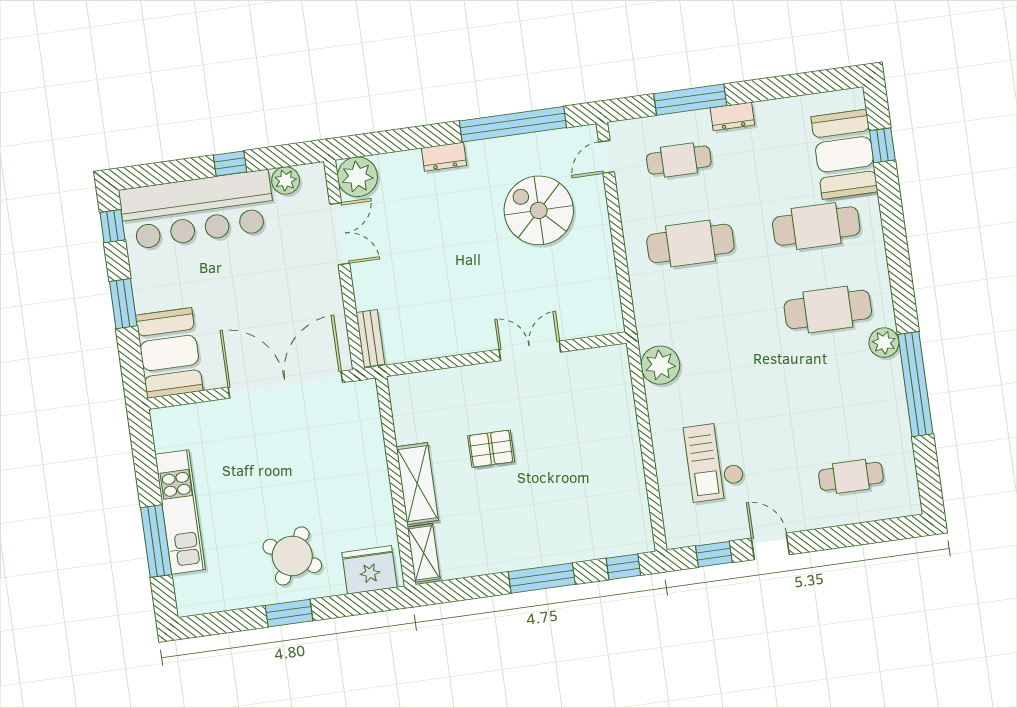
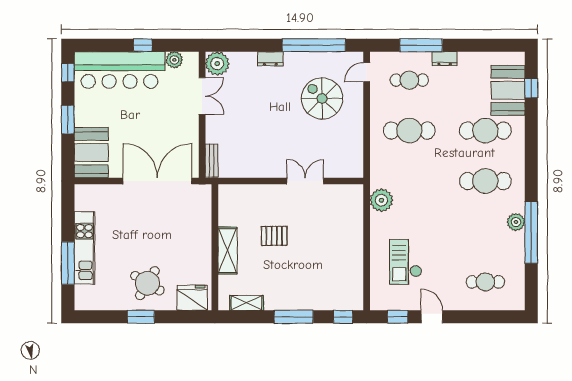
plant: (884, 343) -> (516, 222), moved
shelving: (424, 553) -> (246, 303), moved, turned 90

